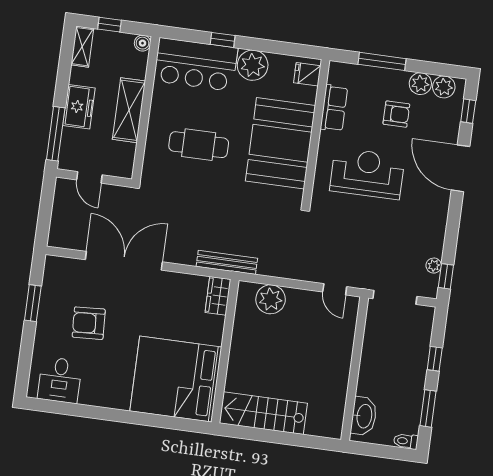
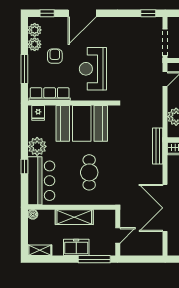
window: (109, 25) -> (24, 236), removed
row of seats: (334, 108) -> (50, 94), width x1.48
plant: (434, 266) -> (143, 21), removed

